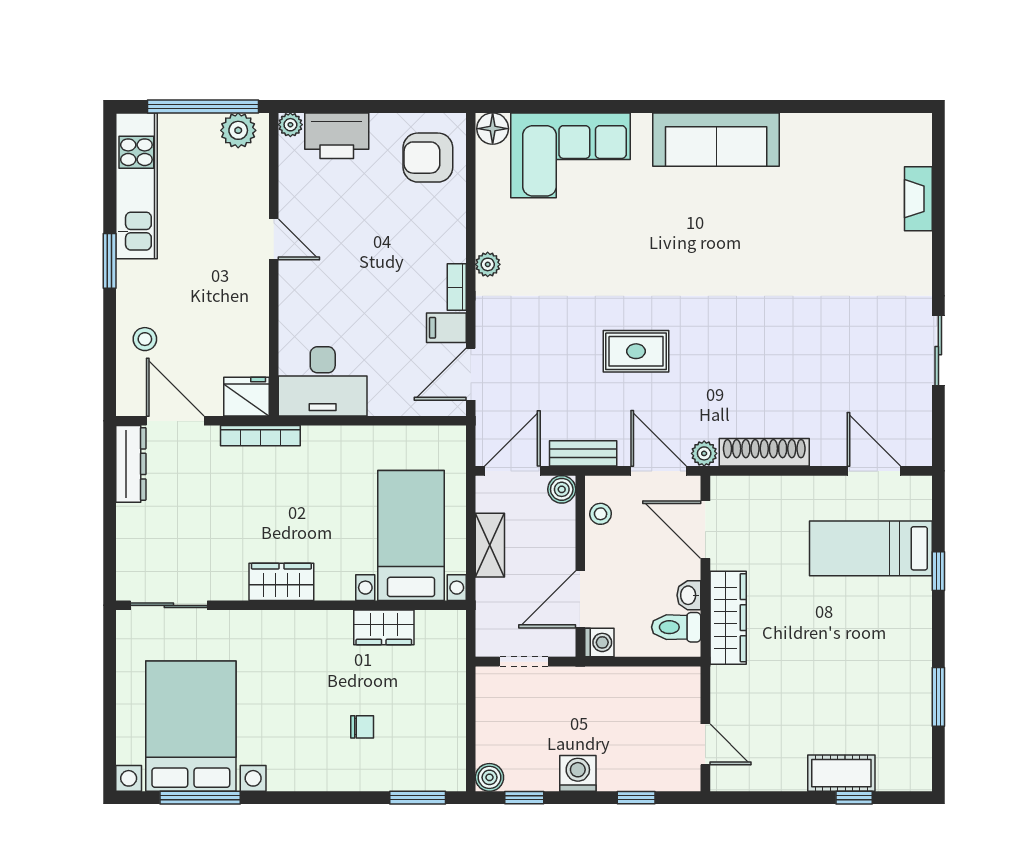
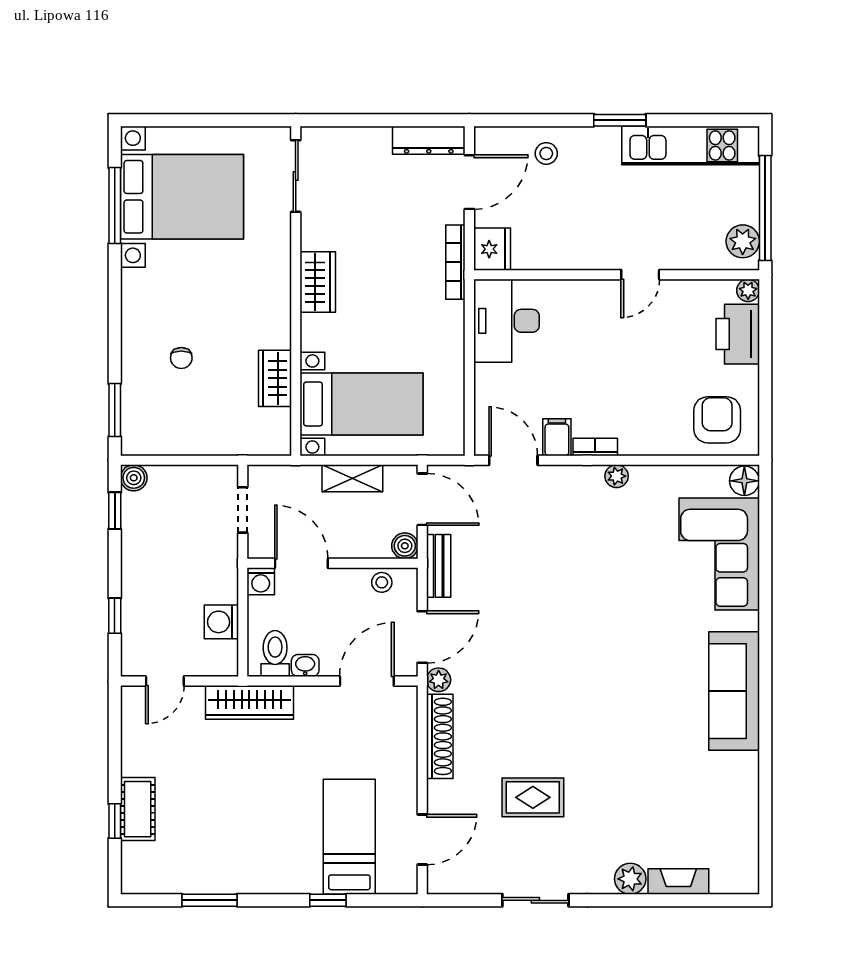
plant: (915, 250) -> (630, 879), added
rug: (636, 351) -> (533, 797), moved, turned 90
wardrobe: (728, 618) -> (249, 702), moved
washing machine: (578, 773) -> (221, 622), moved, turned 180

